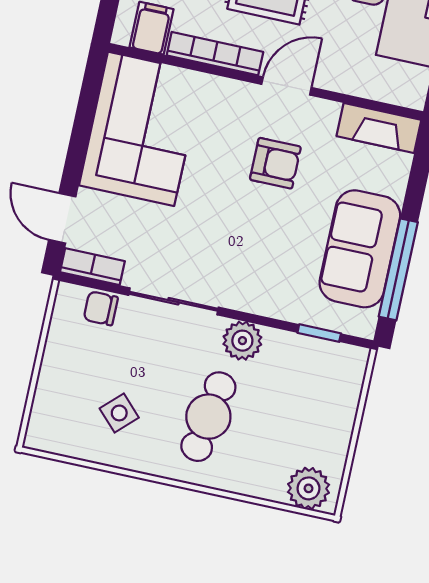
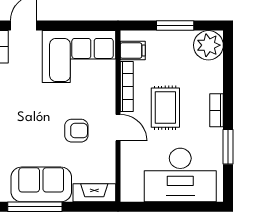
fireplace: (379, 128) -> (94, 193), moved, turned 90
armchair: (275, 163) -> (76, 131), turned -90

